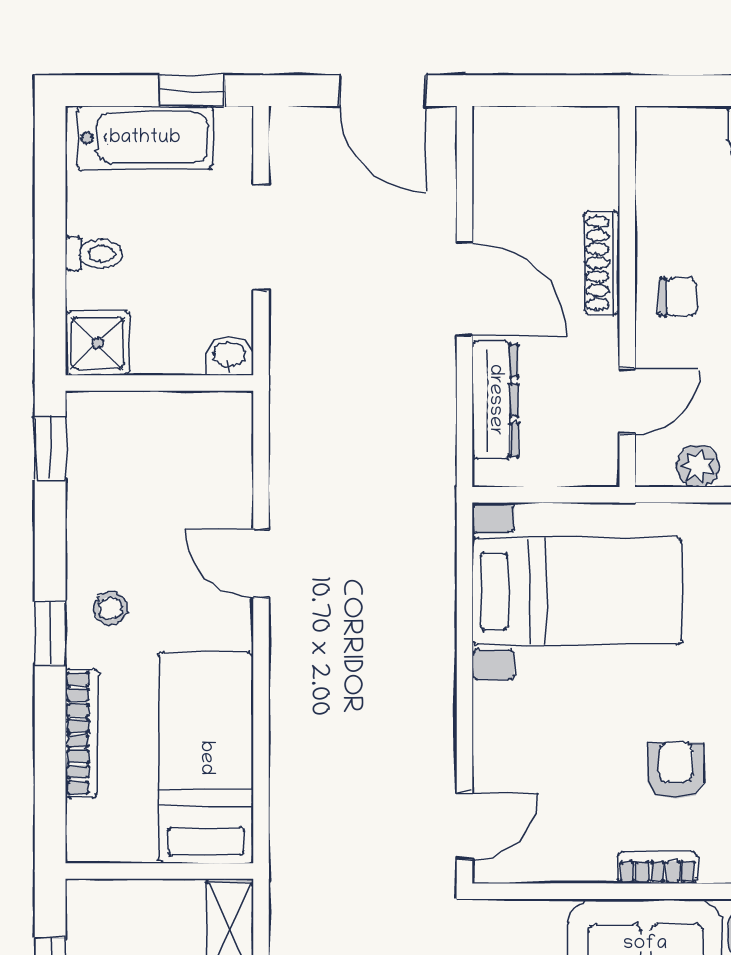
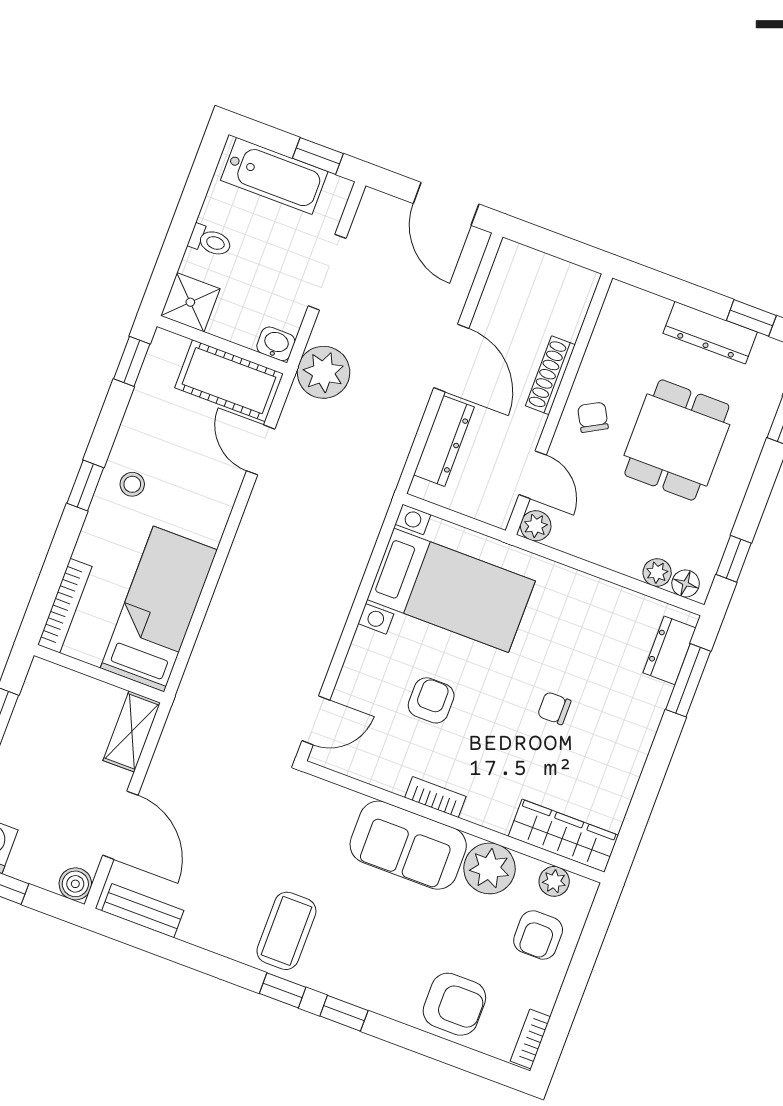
chair: (678, 297) -> (593, 417), turned -119
plant: (305, 369) -> (324, 372), added
door: (627, 401) -> (533, 475), hinge flipped
cot: (186, 426) -> (229, 381), added
plant: (698, 466) -> (536, 526), moved
door: (261, 563) -> (261, 450), moved
bookcase: (82, 733) -> (65, 606), moved
armchair: (676, 770) -> (431, 700), moved

